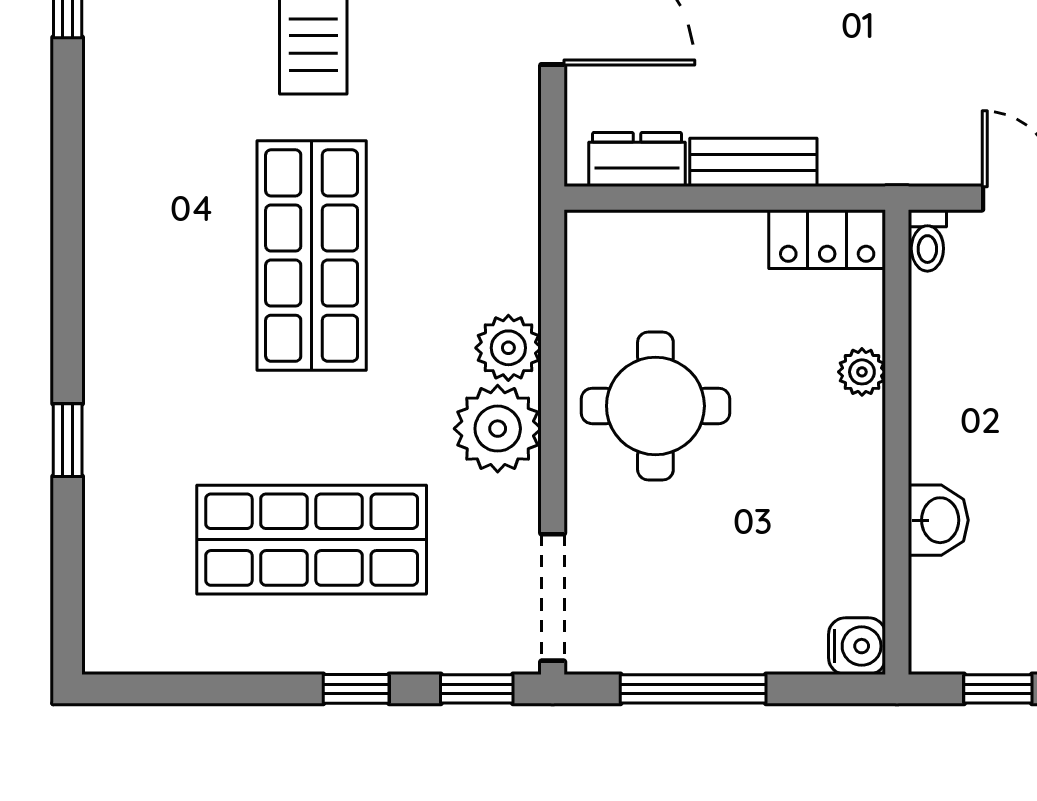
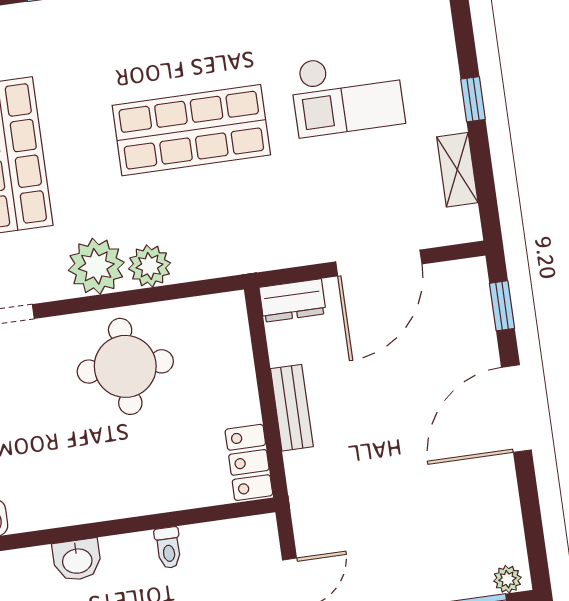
dresser: (637, 160) -> (293, 301), moved, turned 90
toilet: (927, 240) -> (168, 548), moved, turned -90
plant: (862, 372) -> (166, 497), removed

